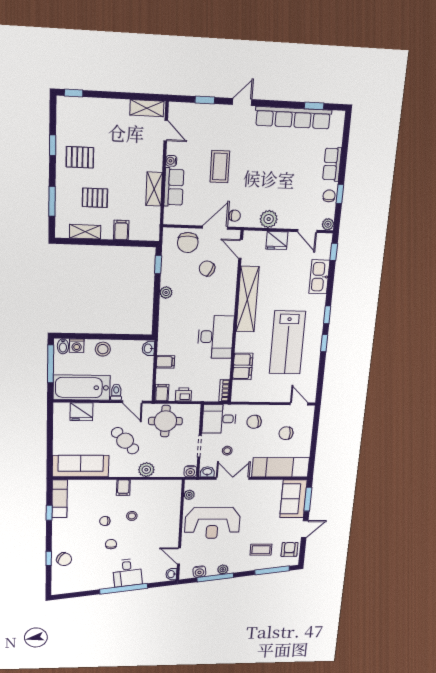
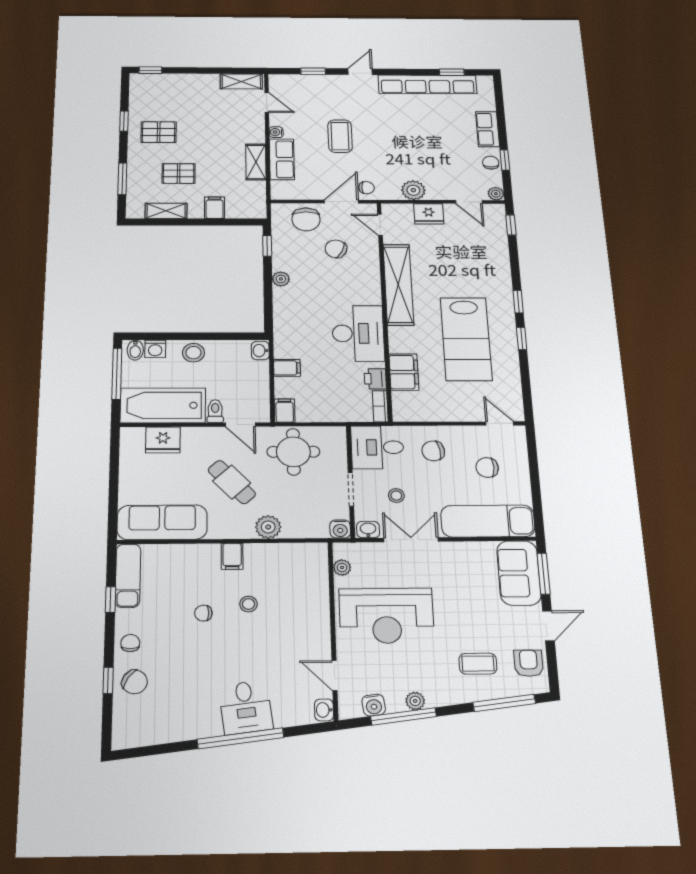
kitchen sink: (319, 277) -> (497, 255), removed
printer: (183, 394) -> (375, 379), moved, turned -90
chair: (111, 544) -> (130, 643), moved

